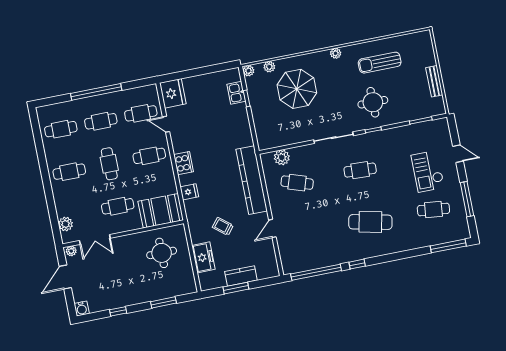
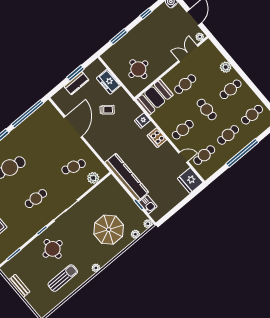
kitchen counter: (252, 180) -> (127, 177), moved
plant: (66, 224) -> (226, 67), moved
door: (272, 228) -> (73, 127), width x1.88

